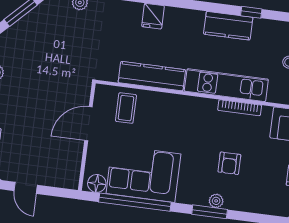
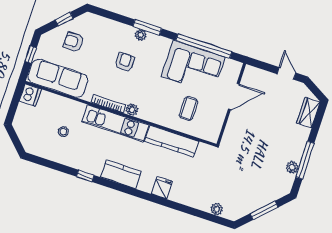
kitchen counter: (228, 26) -> (121, 174), moved
plant: (209, 106) -> (132, 110), added
coffee table: (126, 108) -> (188, 109), moved
door: (88, 124) -> (234, 97), moved
floor lamp: (97, 183) -> (231, 66), removed

